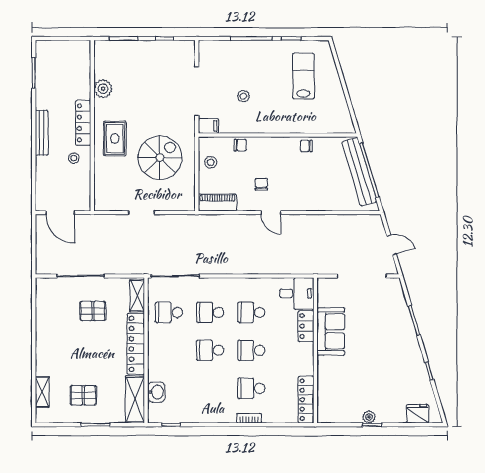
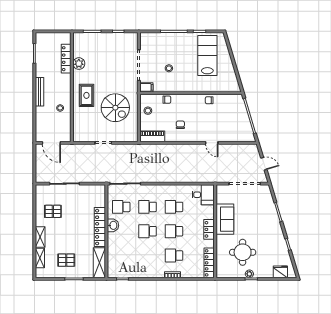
lab bench: (303, 76) -> (207, 55), width x1.36, depth x1.39
locker: (83, 123) -> (66, 59), moved
spiral stairs: (160, 158) -> (115, 108), turned 90
bench: (359, 172) -> (243, 117), removed
door: (271, 213) -> (212, 143), moved
shelving: (137, 296) -> (40, 237), moved
pallet: (93, 311) -> (53, 211), moved
locker: (306, 326) -> (209, 229), moved
round table: (358, 383) -> (243, 252), added
washbasin: (156, 392) -> (113, 225), moved

